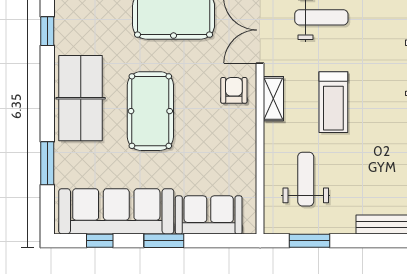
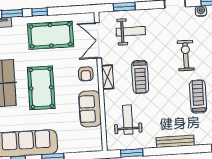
armchair: (234, 90) -> (86, 74), turned 180
sofa: (209, 215) -> (90, 109), moved, turned -90

